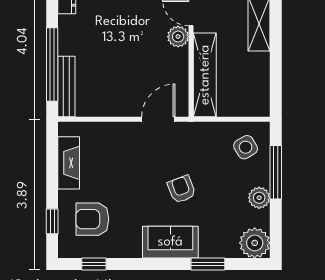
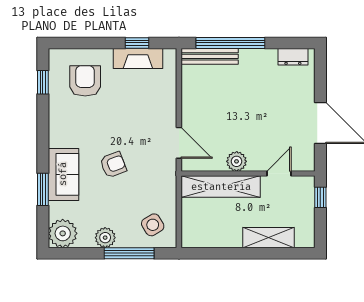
plant: (178, 37) -> (237, 161), moved
window: (52, 221) -> (137, 43), moved
sofa: (170, 242) -> (63, 174), moved

